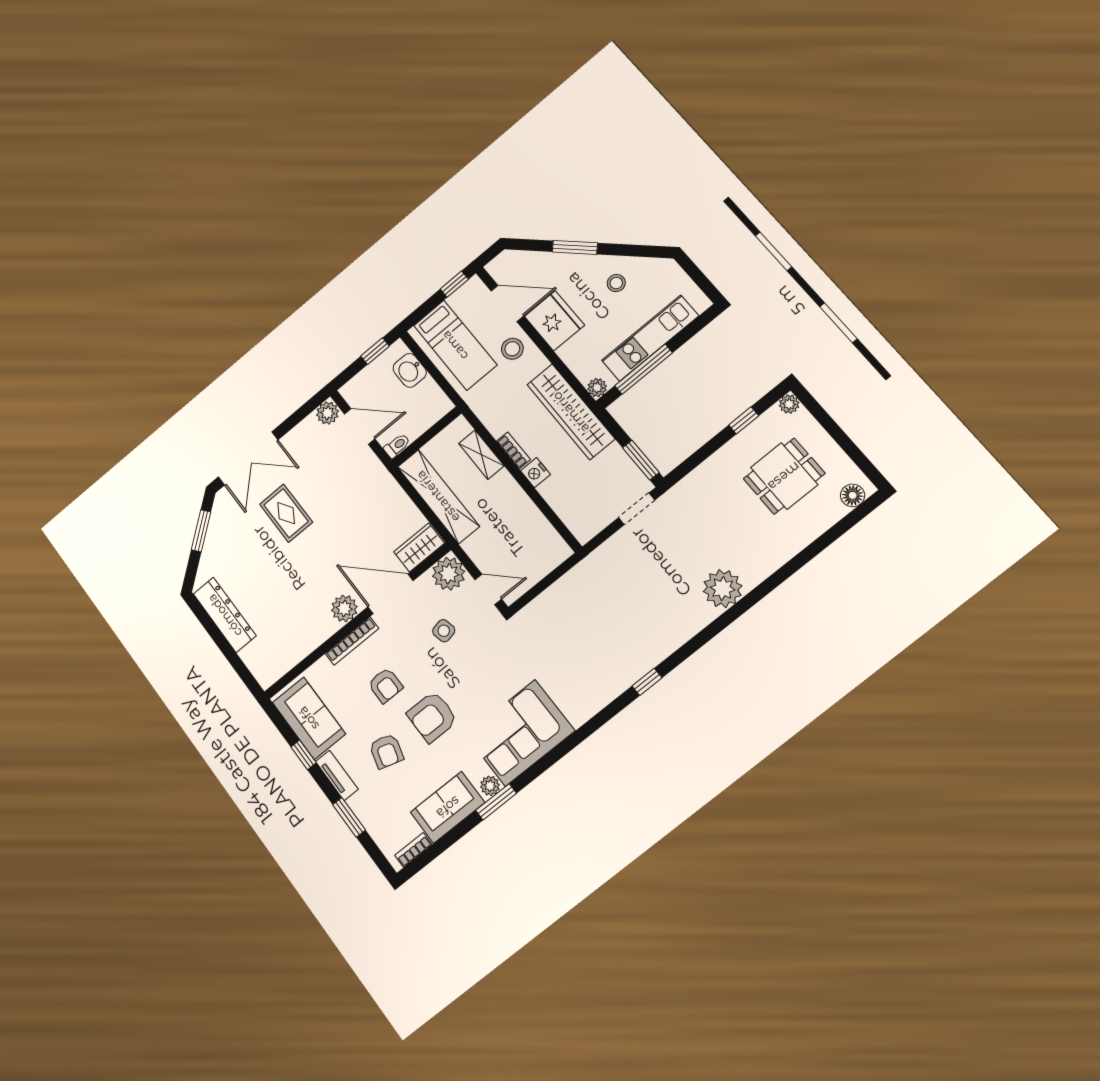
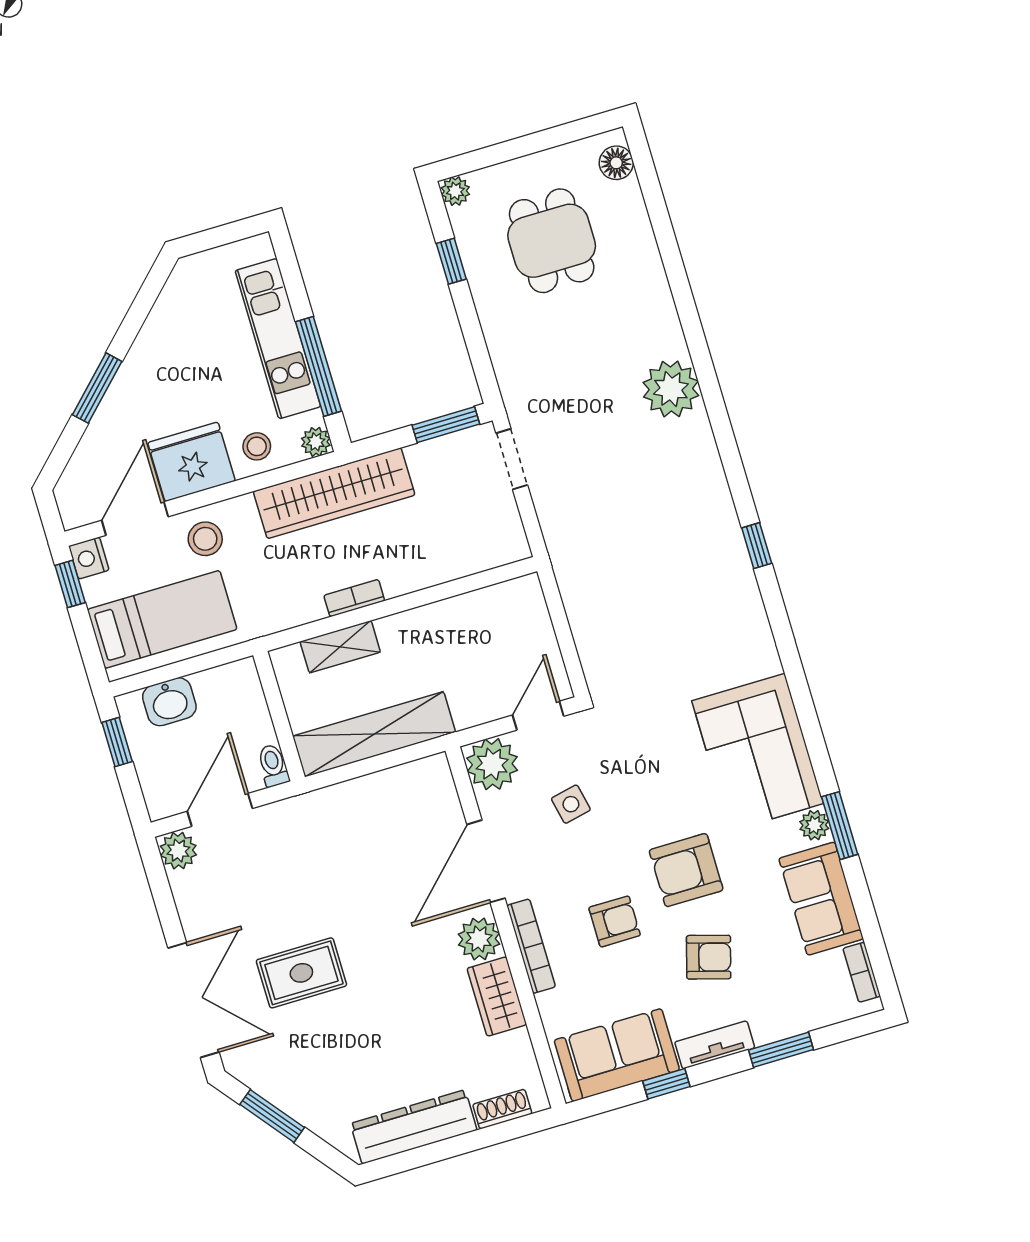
stool: (616, 283) -> (257, 446), moved
nightstand: (535, 473) -> (89, 558), moved, turned 90
wardrobe: (419, 548) -> (497, 996), moved
shoe rack: (253, 663) -> (502, 1109), added
armchair: (432, 717) -> (686, 870), turned 90

